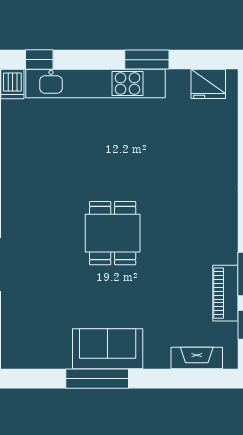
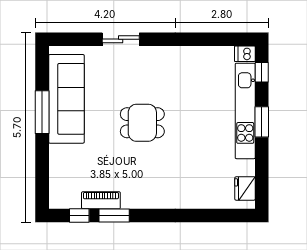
window: (147, 60) -> (262, 122), moved
sofa: (108, 349) -> (66, 99), width x1.85, depth x1.27
fireplace: (197, 358) -> (56, 181), removed

